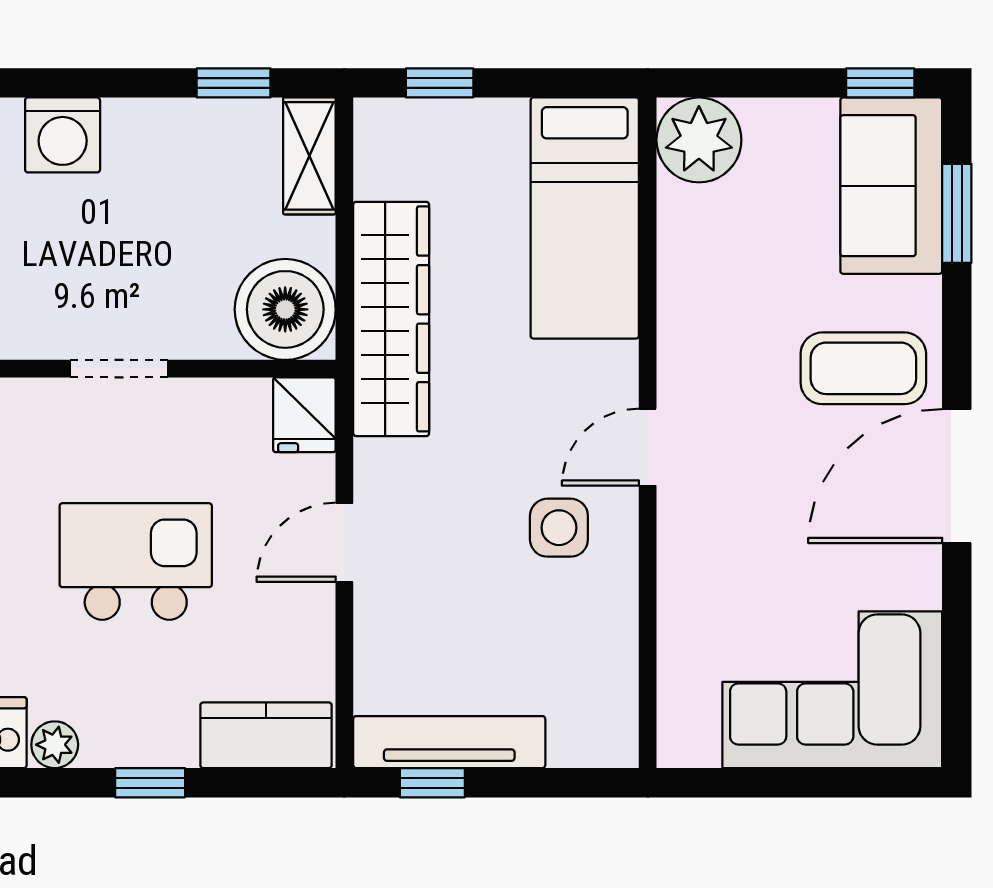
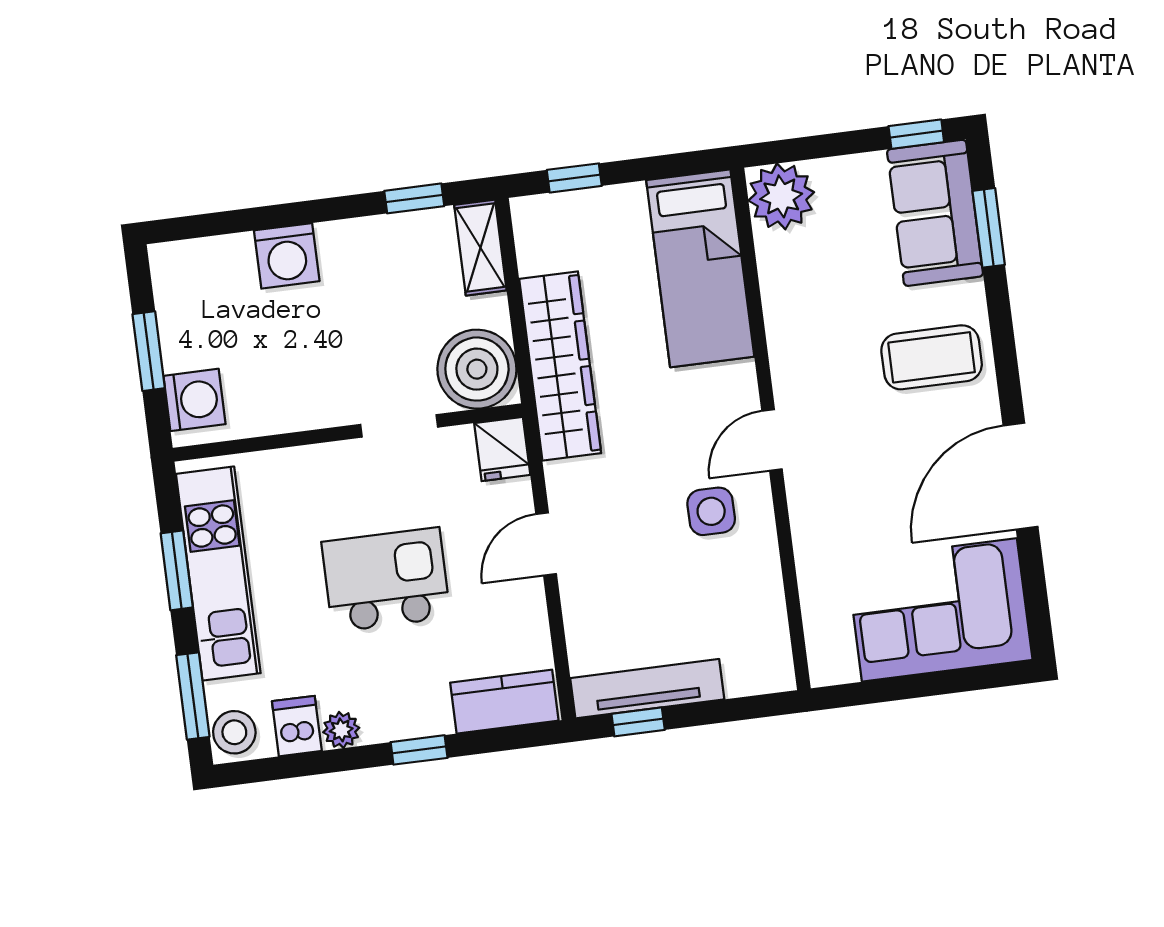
doorway: (119, 369) -> (399, 426), moved
door: (957, 476) -> (1021, 476), moved

